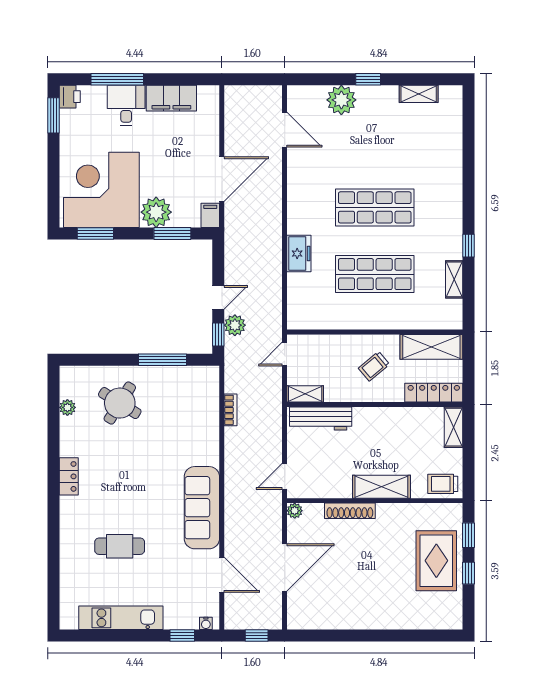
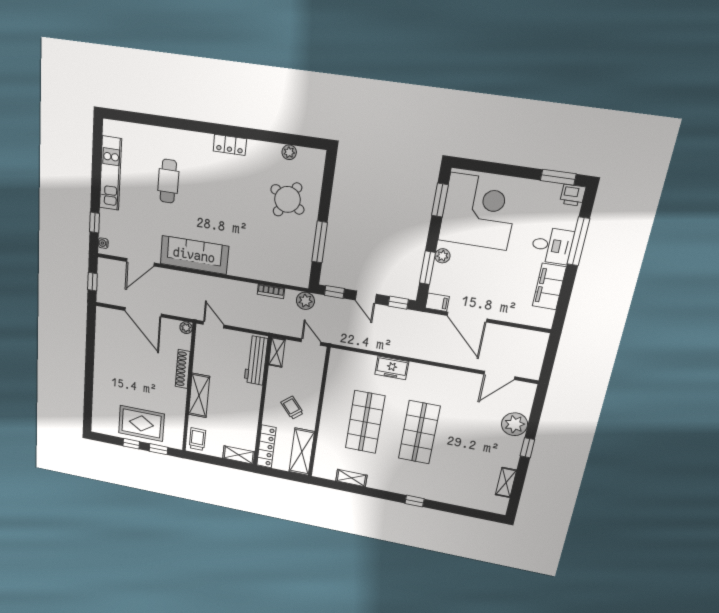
plant: (156, 212) -> (442, 256), width x0.53, depth x0.53
window: (468, 246) -> (415, 501), moved
window: (218, 259) -> (398, 303), added
plant: (235, 325) -> (305, 301), moved

